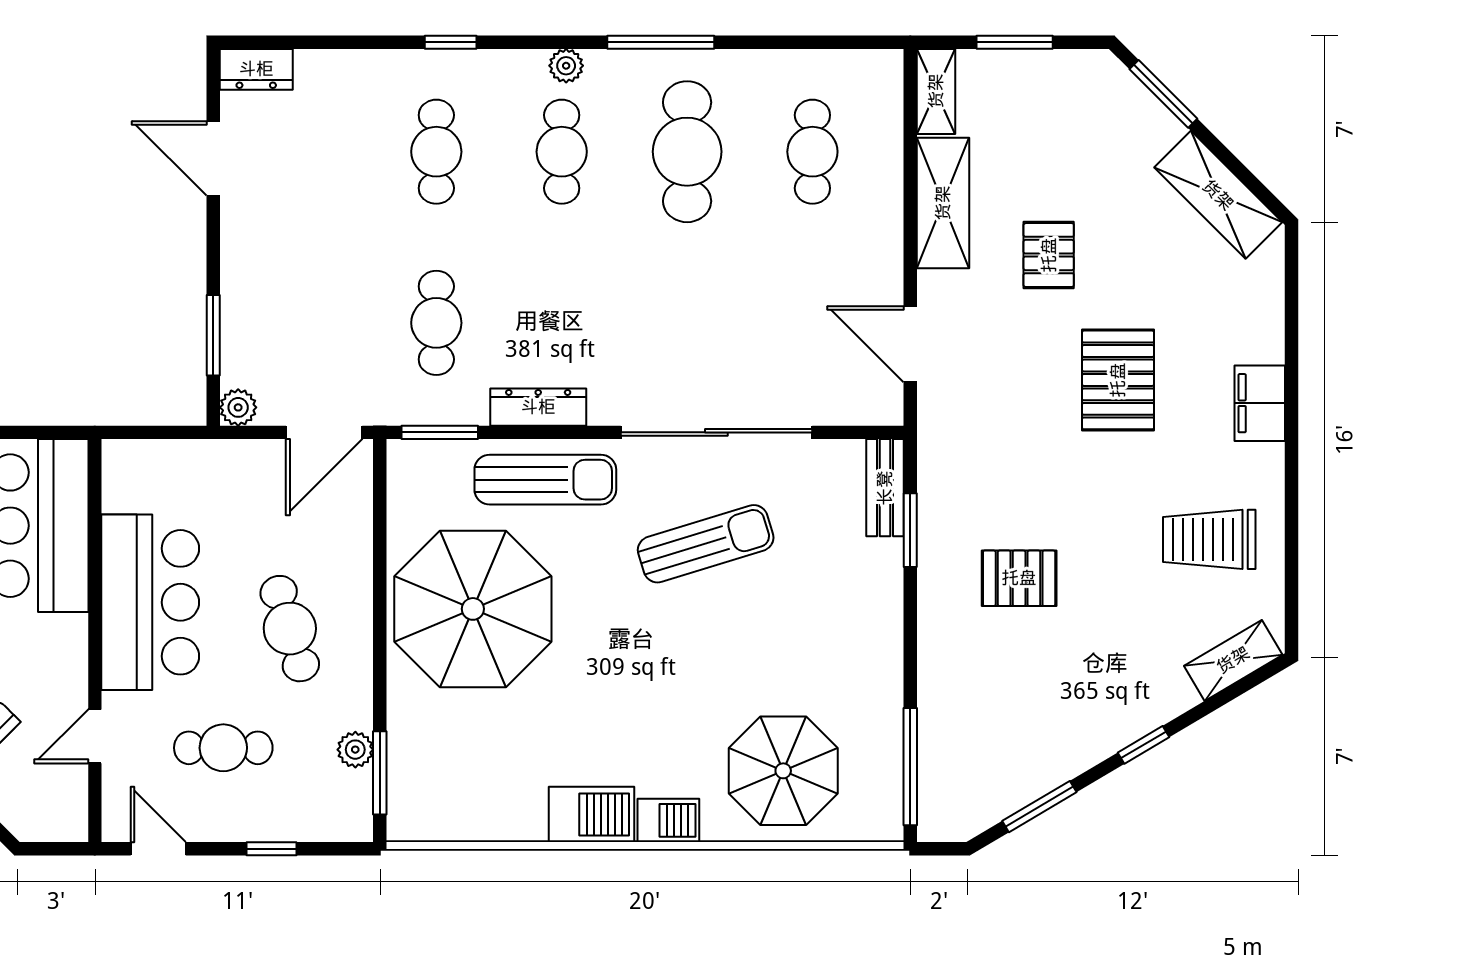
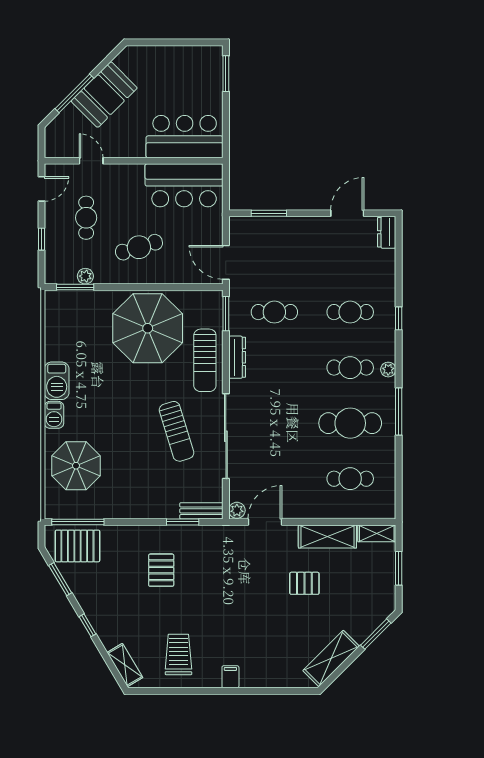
pallet: (1118, 380) -> (77, 546), moved
filing cabinet: (1260, 403) -> (230, 677), width x0.50
plant: (238, 407) -> (237, 510), moved
bar counter: (150, 602) -> (184, 185), moved

